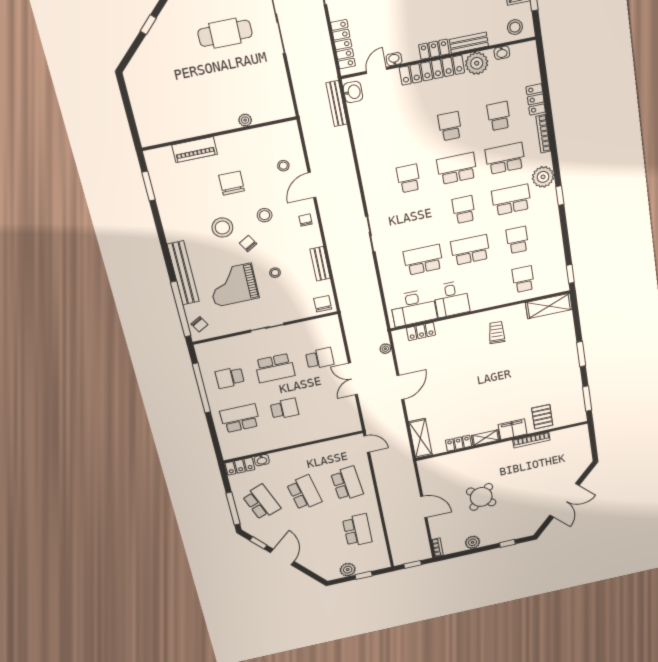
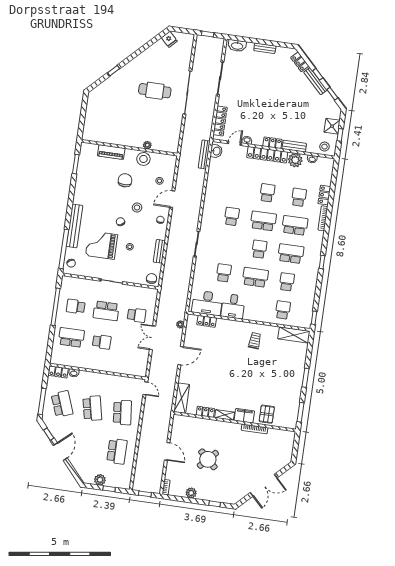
plant: (543, 177) -> (315, 246), removed
stool: (222, 228) -> (143, 159), moved
school desk: (423, 260) -> (224, 273), width x0.54

